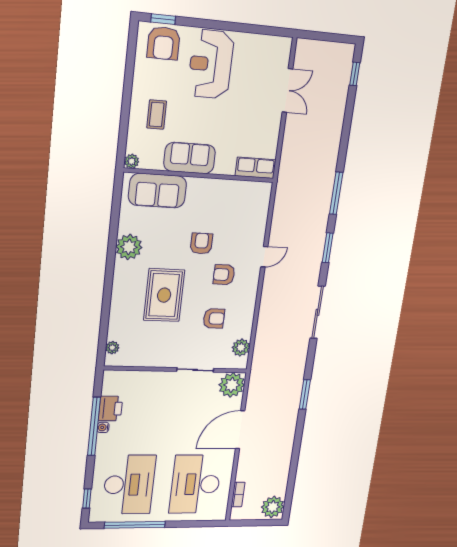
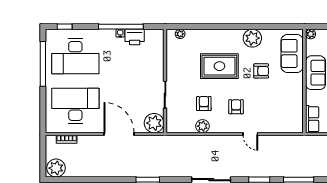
armchair: (201, 244) -> (261, 71), moved
armchair: (214, 318) -> (204, 103), turned 180
plant: (241, 348) -> (203, 126), moved

